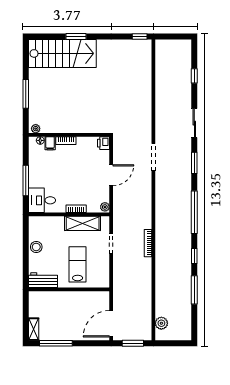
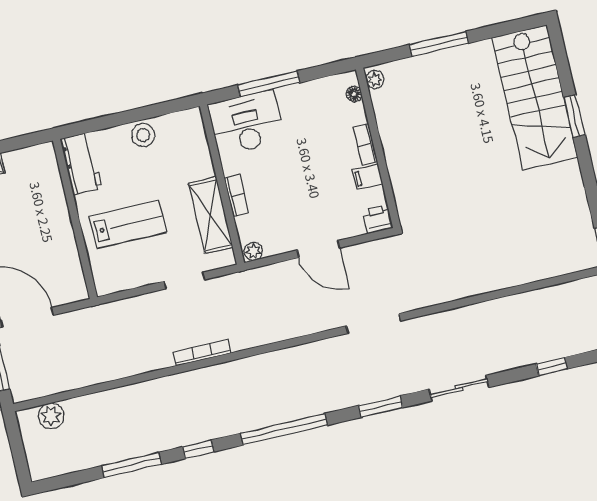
filing cabinet: (50, 143) -> (367, 177), moved
desk: (42, 200) -> (246, 123), width x1.37

